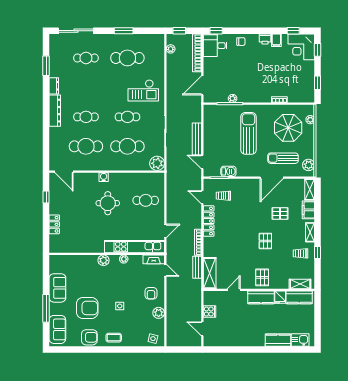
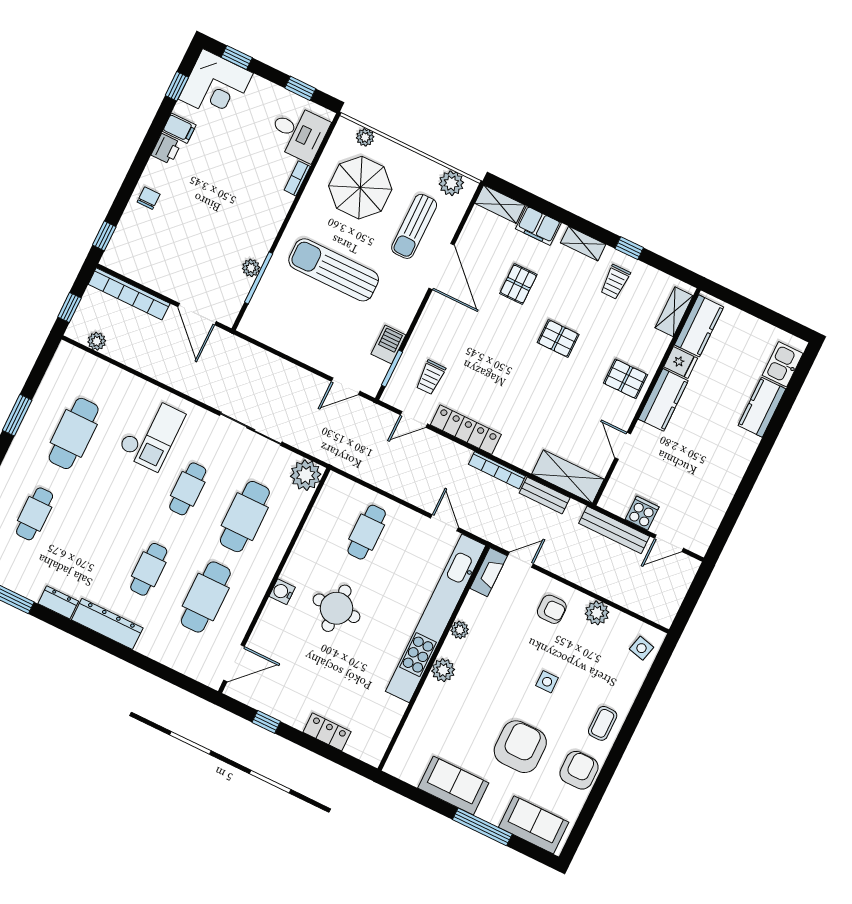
desk: (215, 46) -> (299, 132), moved, turned -90
bench: (197, 139) -> (614, 530), moved
kitchen unit: (134, 247) -> (436, 618), width x1.36

